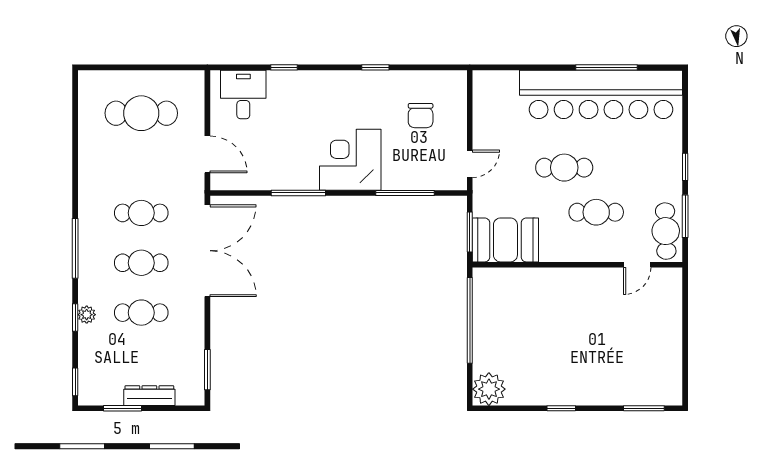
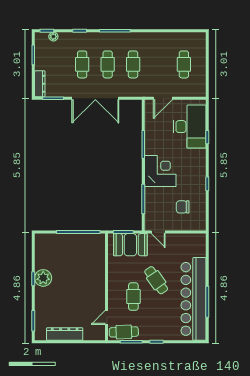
desk: (243, 95) -> (190, 127), width x1.87, depth x1.30
cafe table: (141, 113) -> (184, 64), width x0.73, depth x0.74
cafe table: (564, 168) -> (156, 280), turned -35
booth: (505, 240) -> (130, 245), moved, turned 90
double door: (207, 251) -> (95, 98), moved
door: (637, 265) -> (107, 317), hinge flipped
plant: (87, 315) -> (53, 37), moved
dresser: (670, 347) -> (65, 334), added
plant: (489, 389) -> (43, 278), moved
dresser: (149, 396) -> (40, 84), moved

